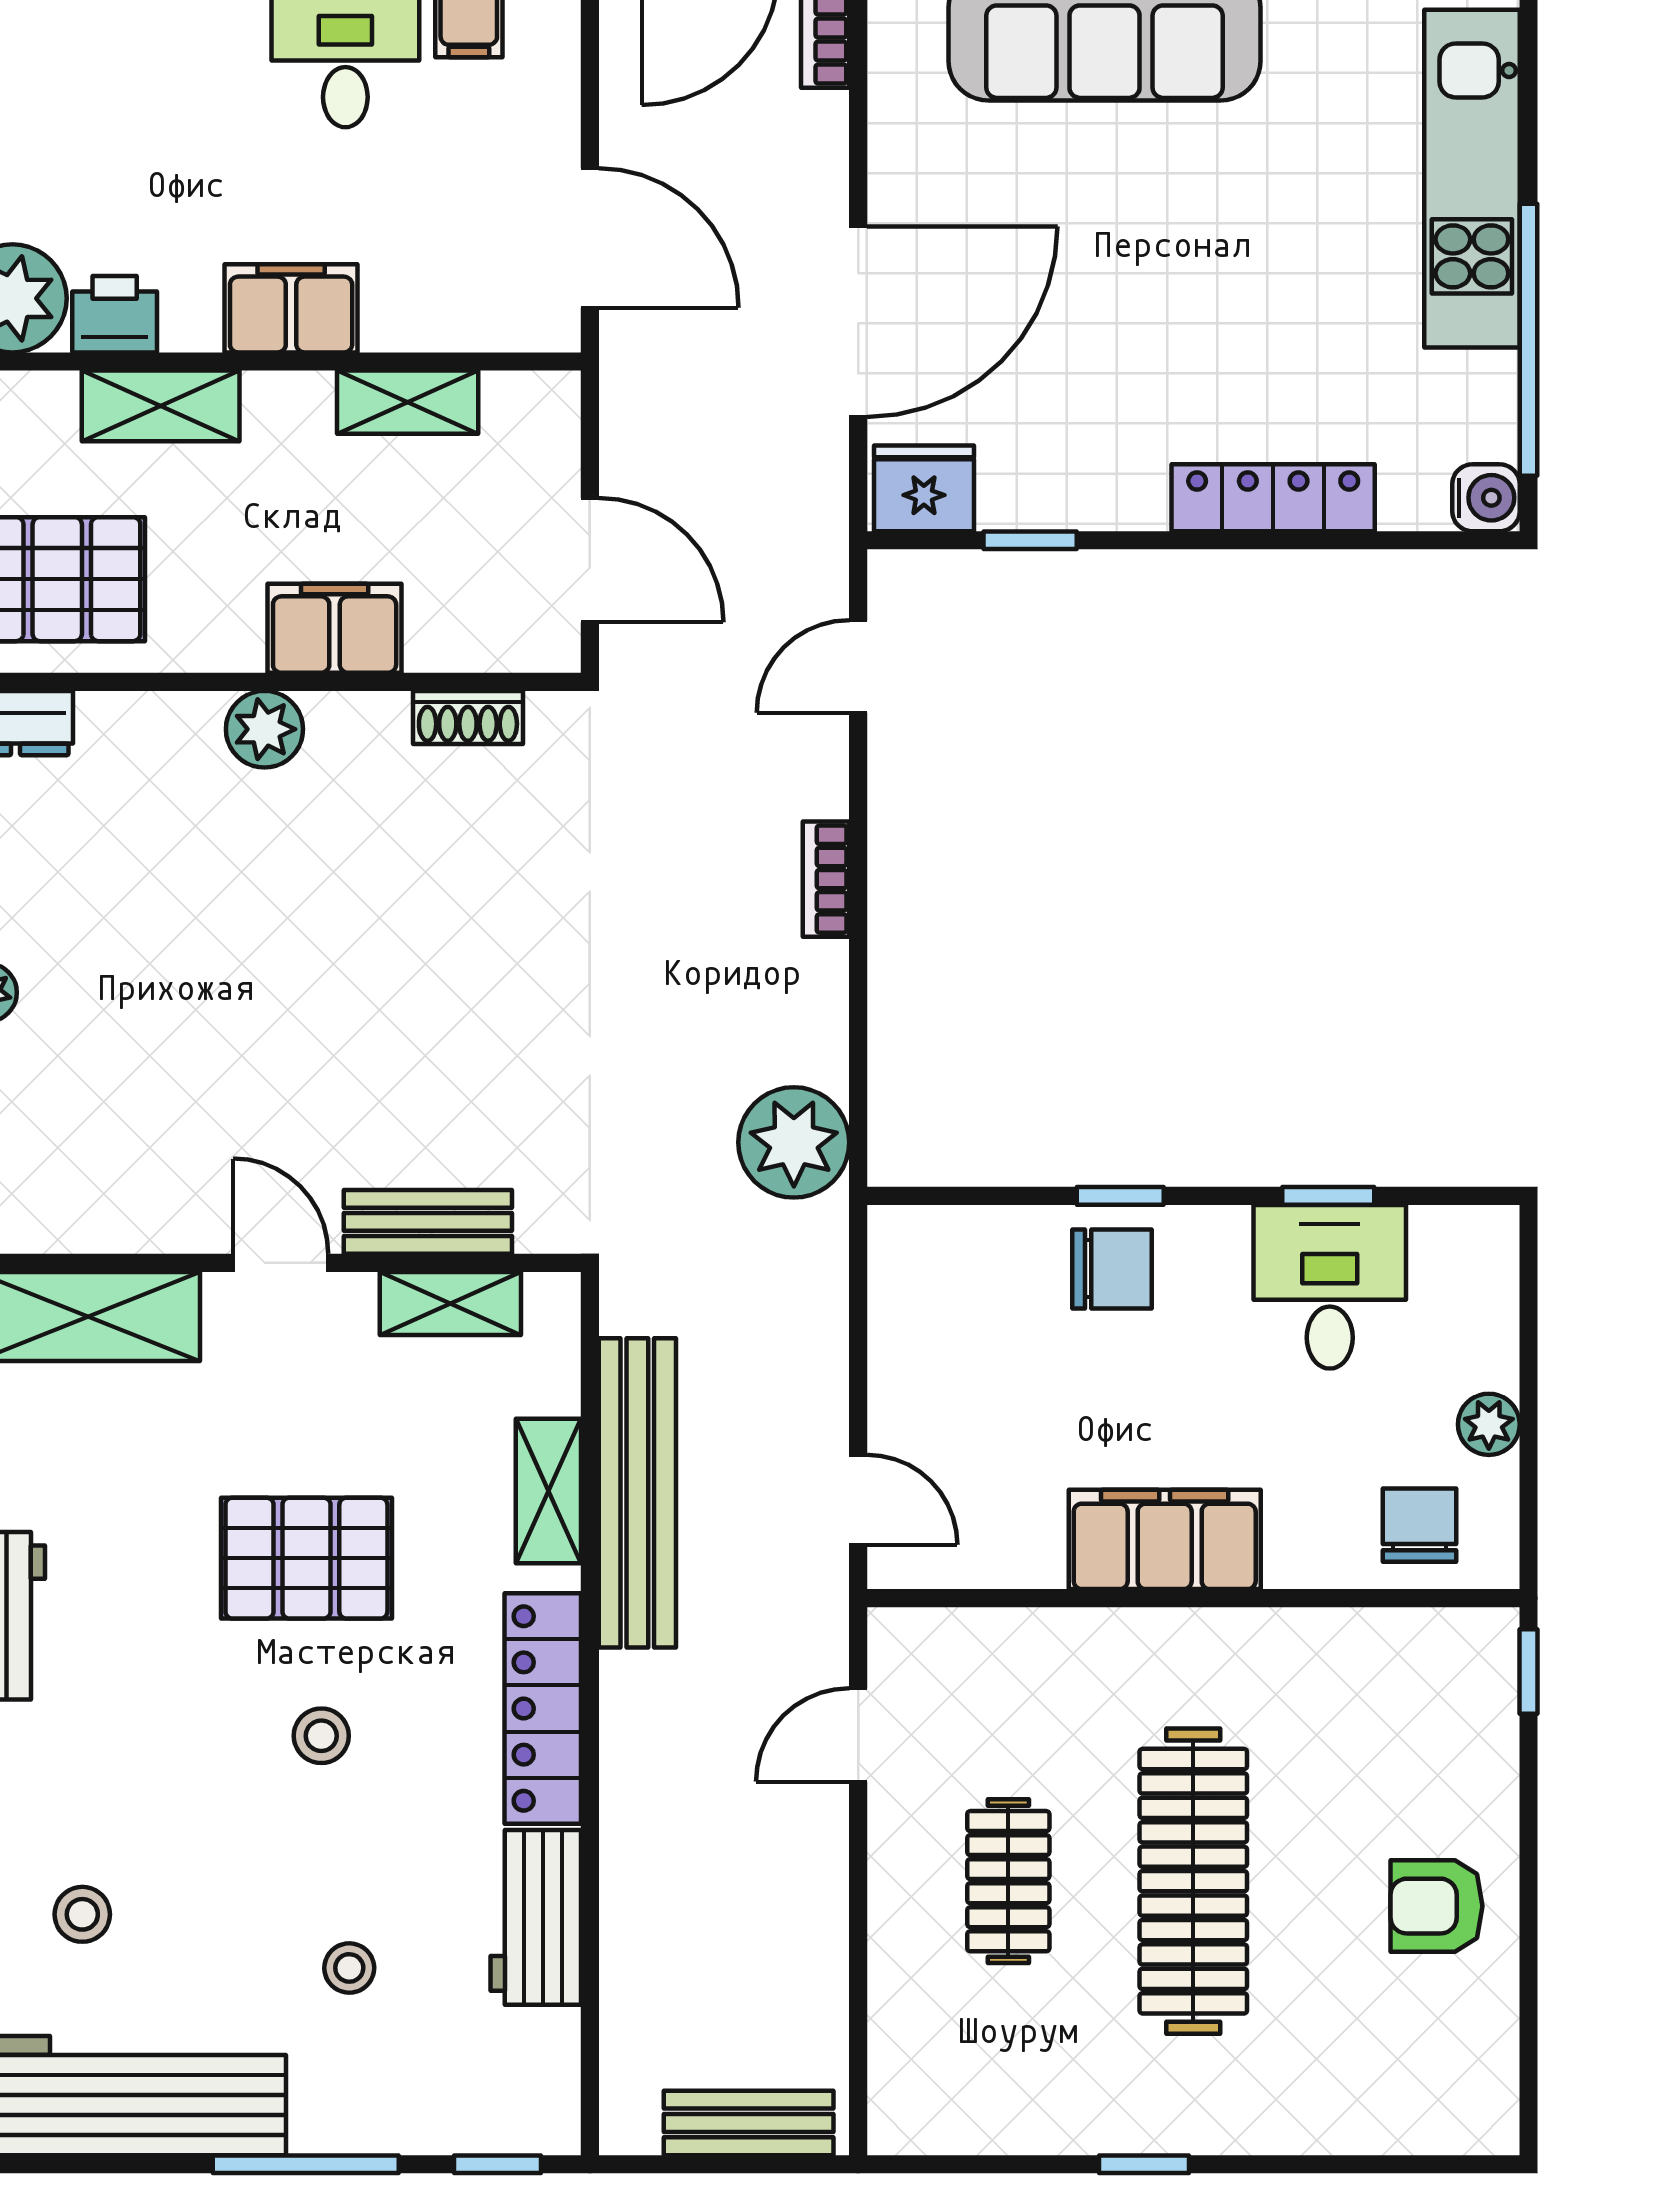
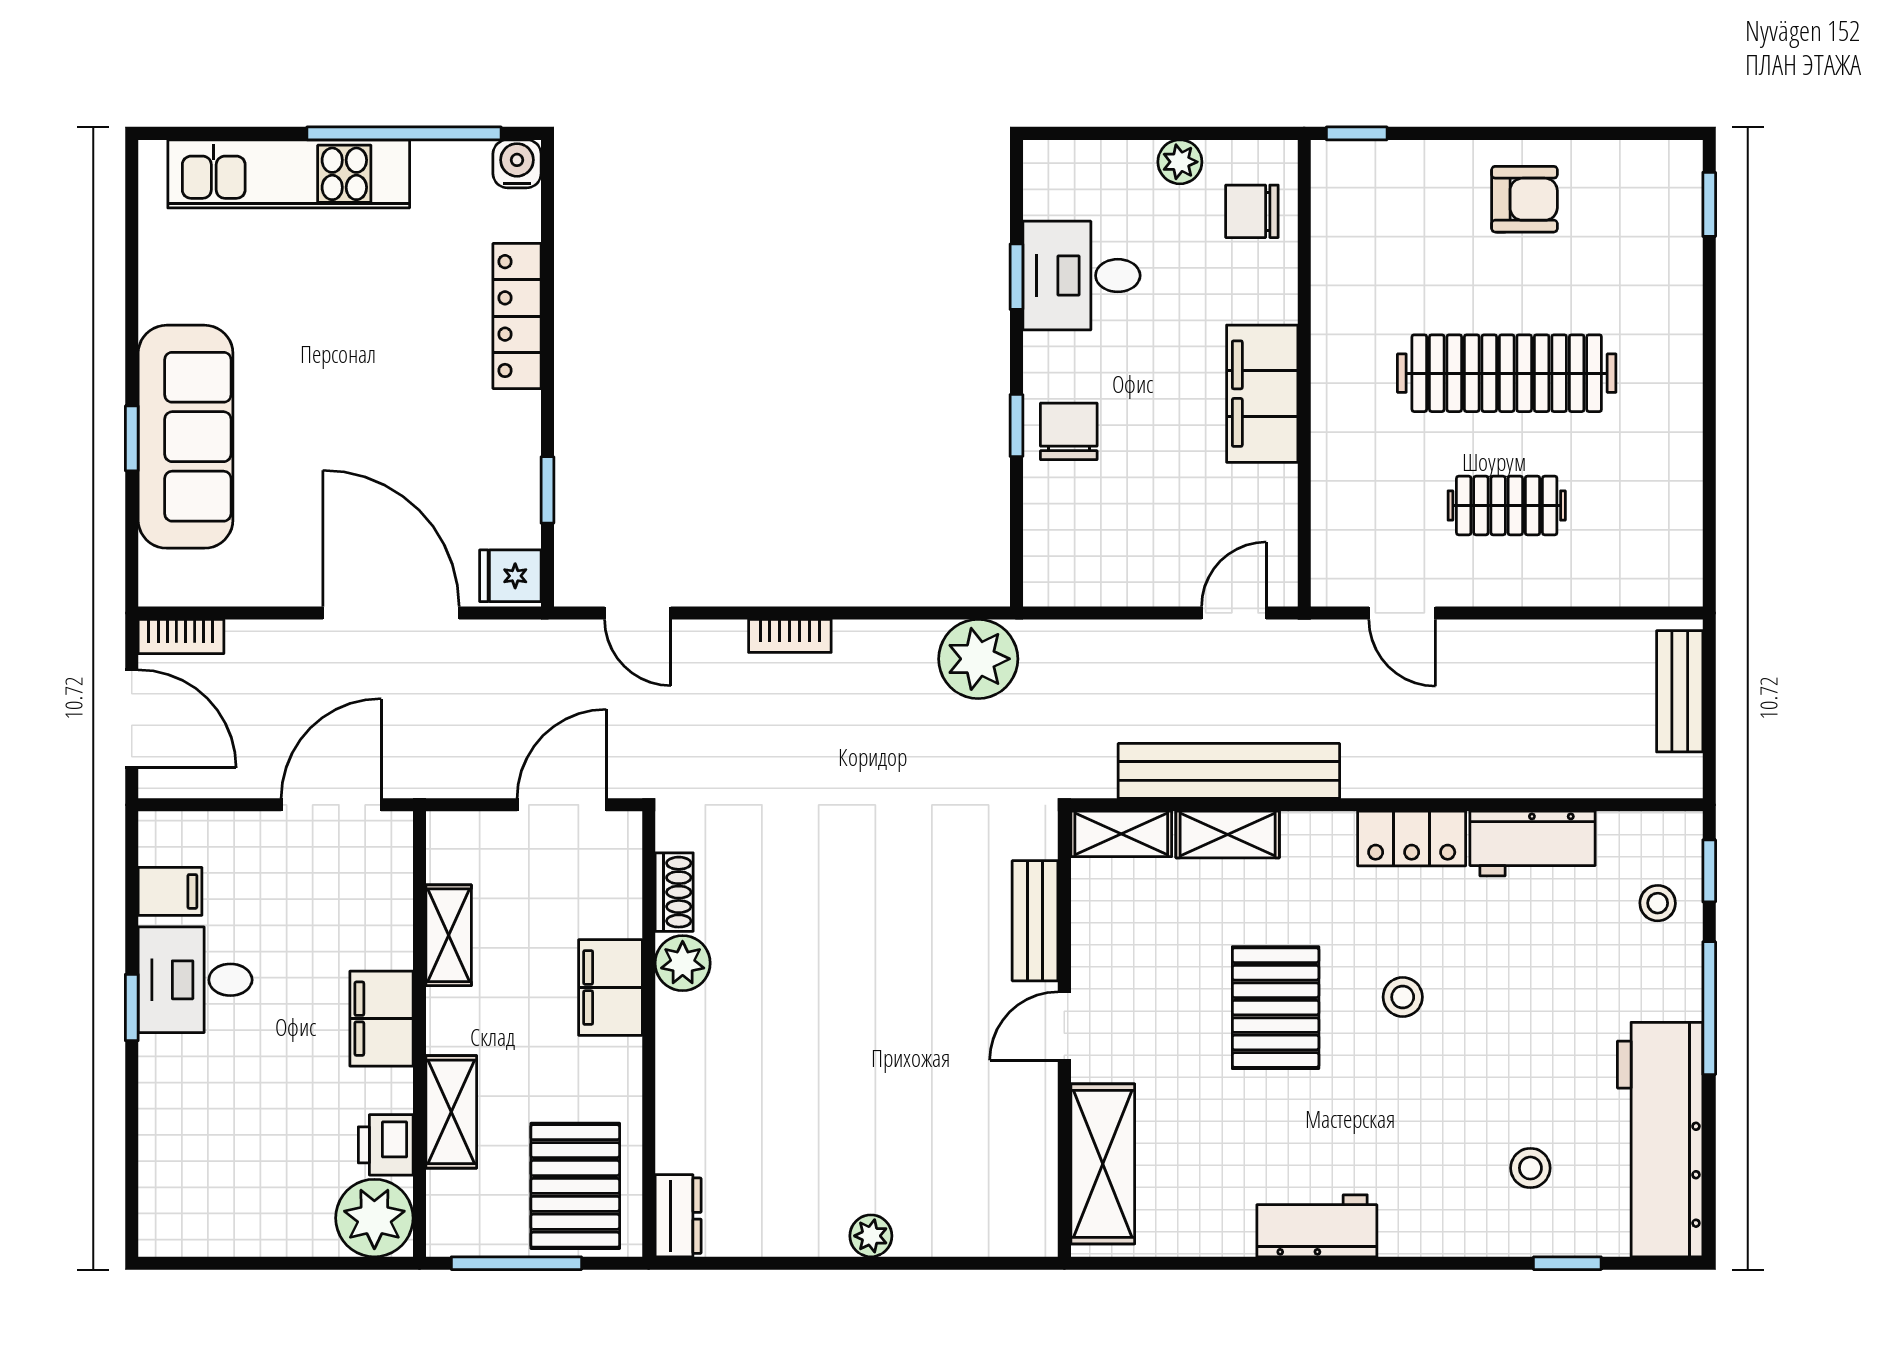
fridge: (924, 488) -> (510, 576), width x0.72
plant: (264, 729) -> (683, 963), moved
shelving: (450, 1304) -> (1121, 834), moved, turned 90
locker: (543, 1709) -> (1412, 839), width x0.66
armchair: (1437, 1906) -> (1524, 199), turned -90
stool: (349, 1968) -> (1658, 903), moved
window: (1144, 2164) -> (1709, 204), moved

